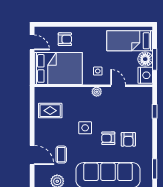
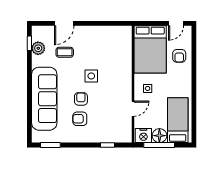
window: (155, 59) -> (159, 145), width x1.44
plant: (97, 92) -> (127, 87), removed
rug: (50, 111) -> (108, 41), removed

